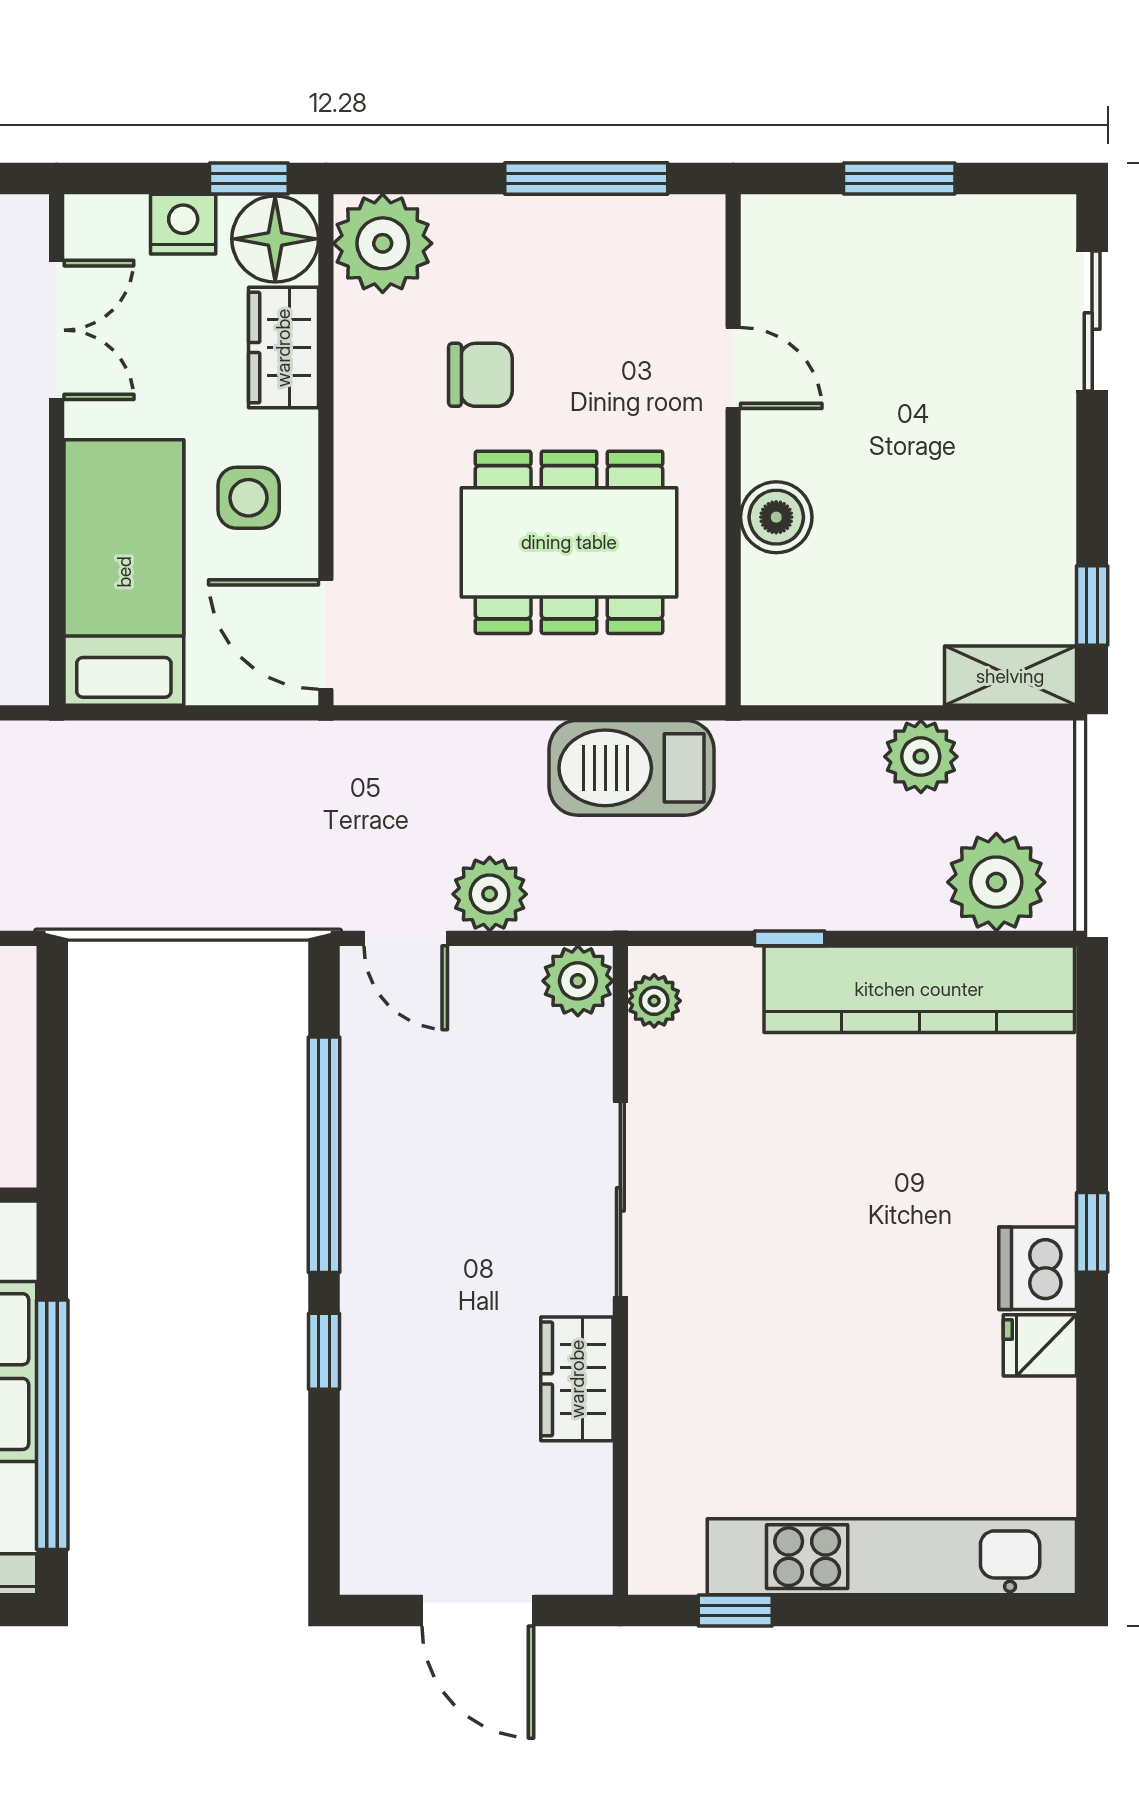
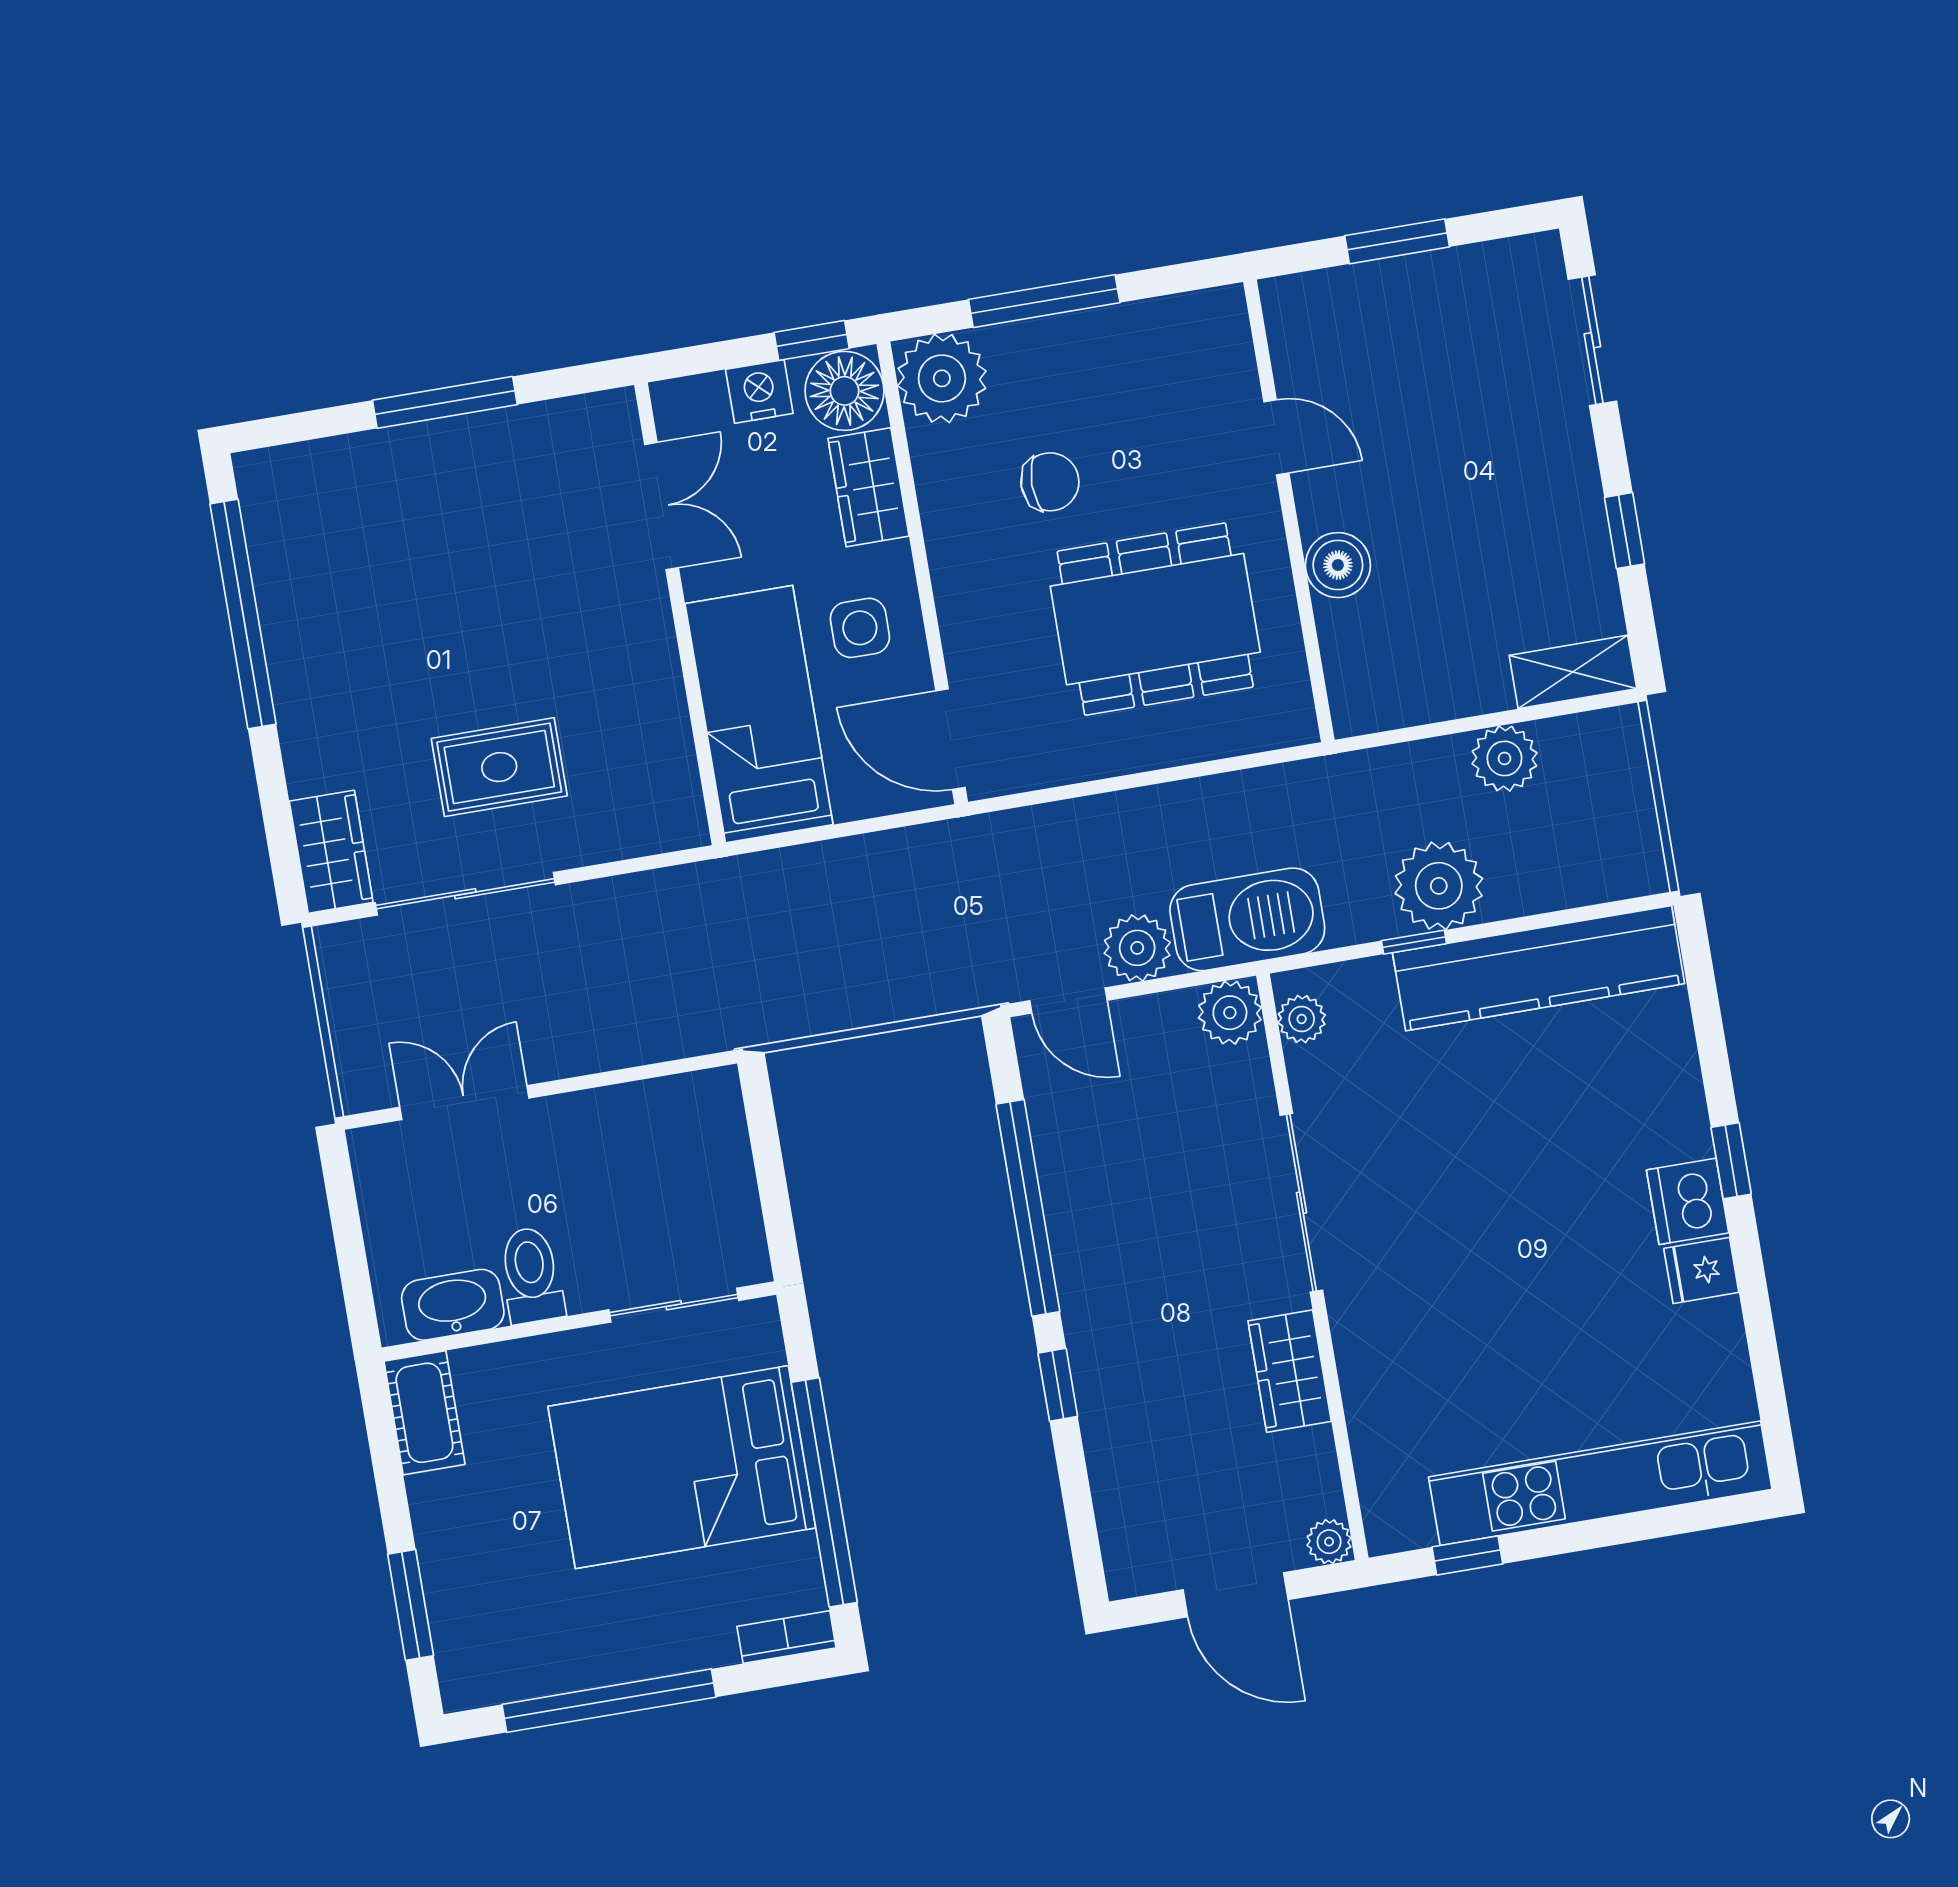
window: (586, 178) -> (1044, 301), moved
window: (1092, 606) -> (1625, 531), moved
barbecue: (632, 768) -> (1247, 919), moved, turned 180
plant: (996, 882) -> (1439, 886), moved
plant: (588, 1570) -> (1329, 1542), added

